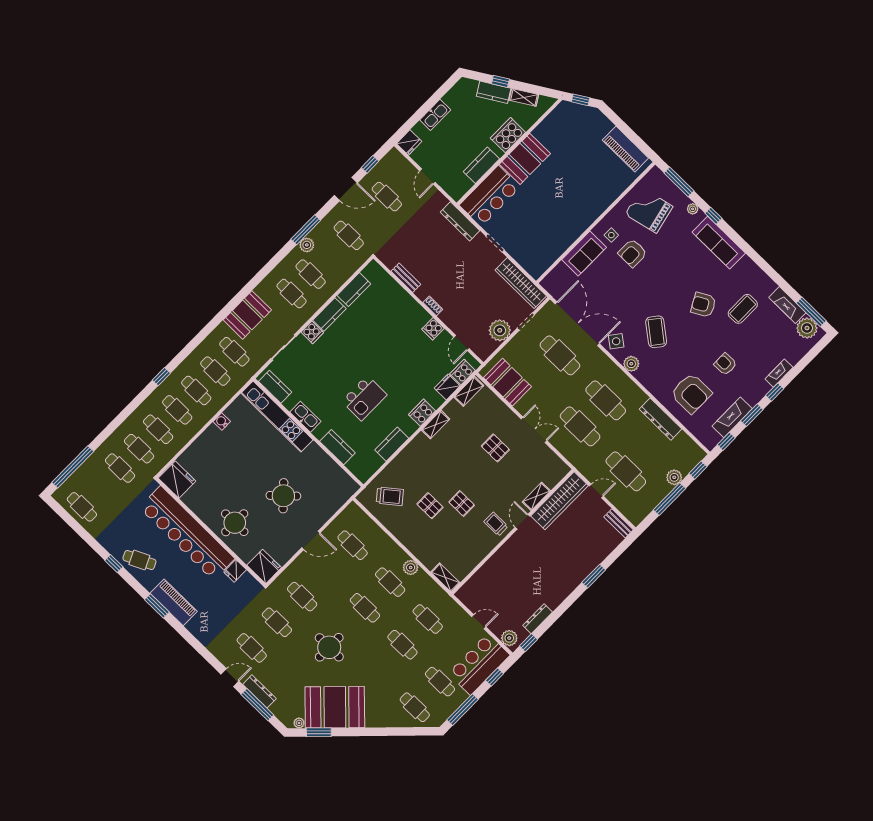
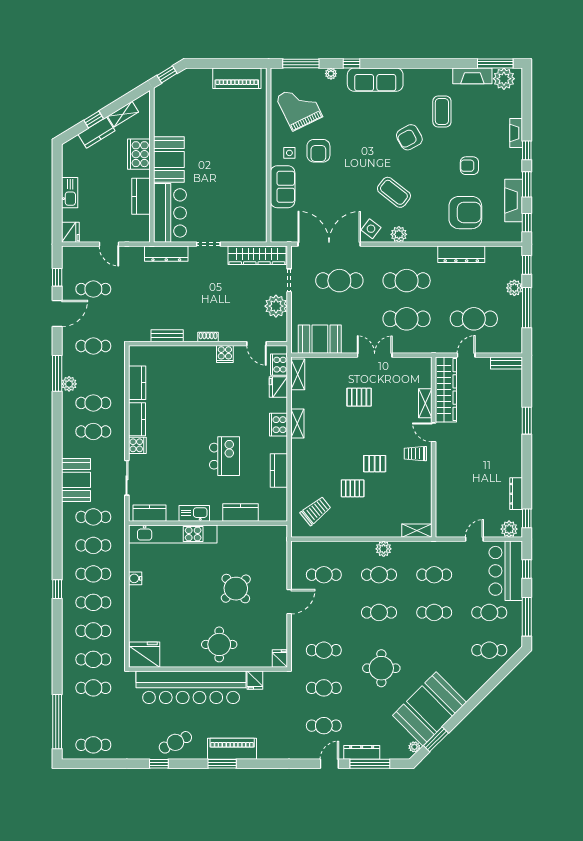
grand piano: (649, 210) -> (299, 107), turned 77
fridge: (264, 566) -> (280, 659), width x0.53, depth x0.75

